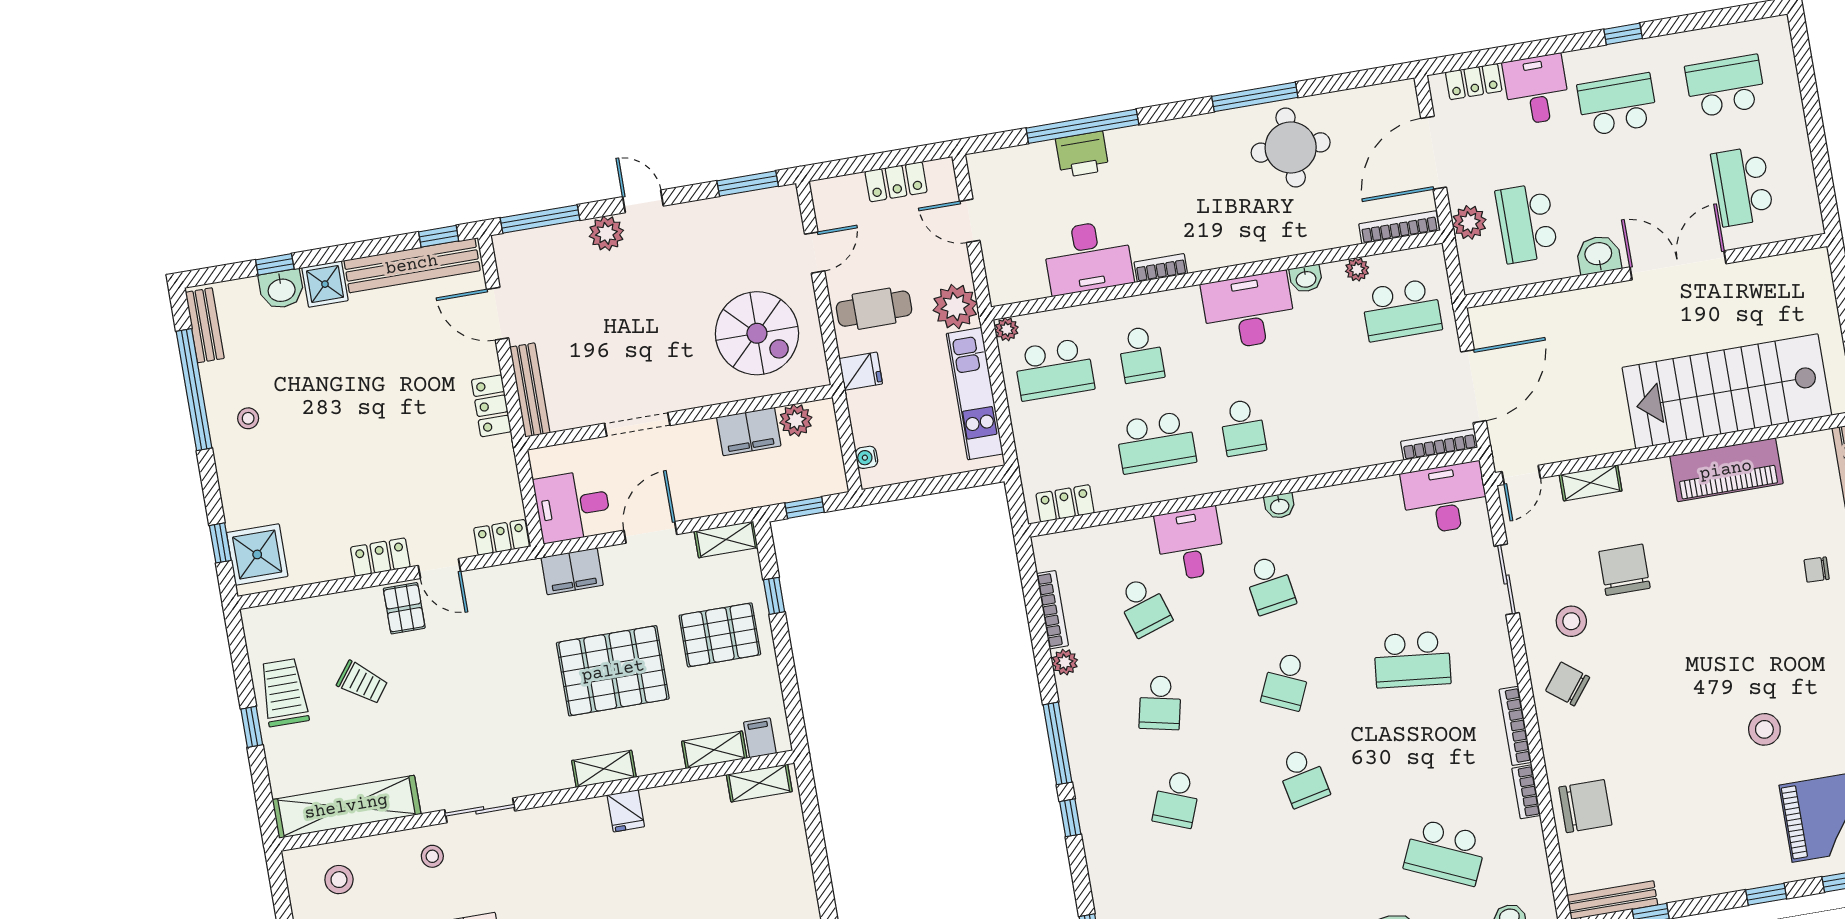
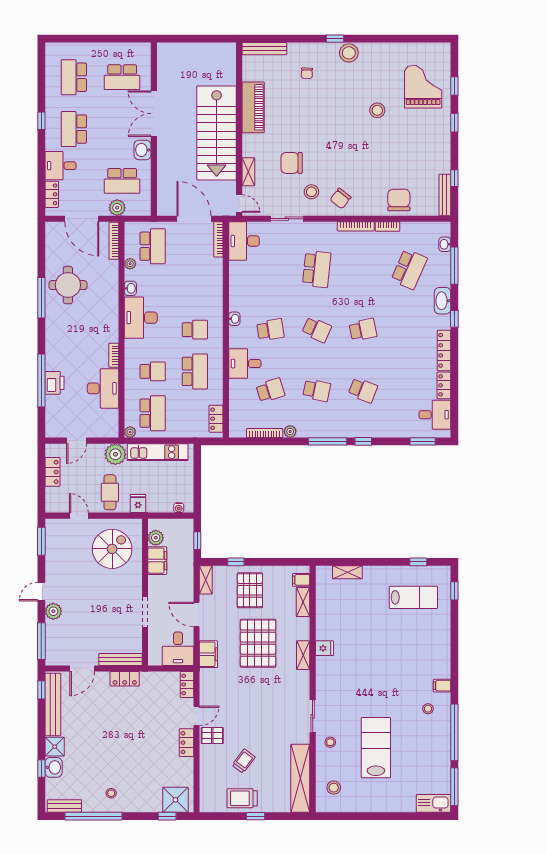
stairs: (1727, 391) -> (217, 133), moved
shelving: (759, 783) -> (347, 572), moved, turned 90

